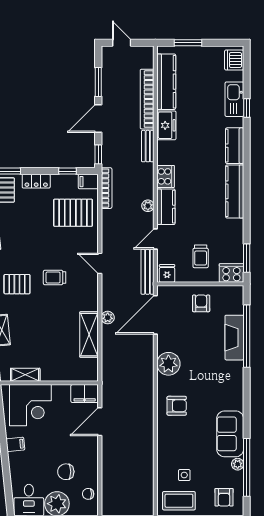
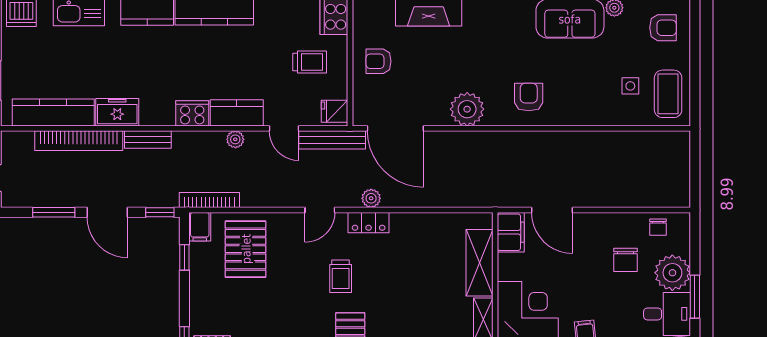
locker: (36, 181) -> (369, 223), moved, turned 90
plant: (108, 318) -> (371, 198), moved
shelving: (89, 335) -> (480, 263), moved, turned 90

